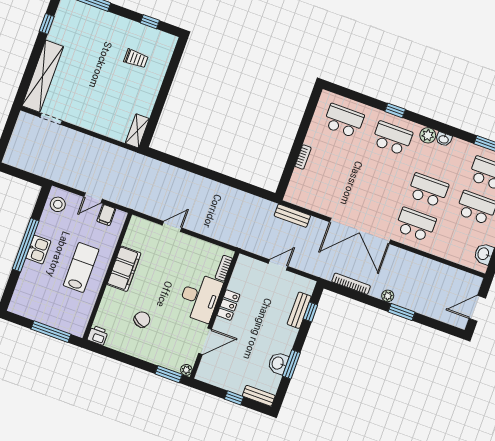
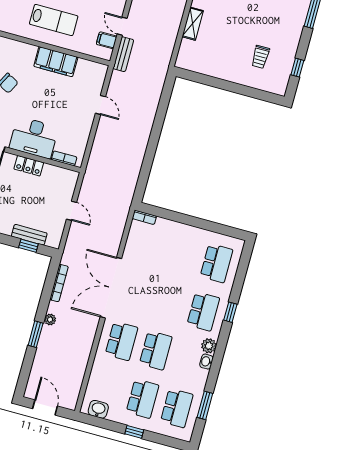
shelving: (137, 131) -> (193, 24), moved, turned 90
bookcase: (303, 157) -> (144, 217), moved
bench: (292, 216) -> (123, 54), moved

